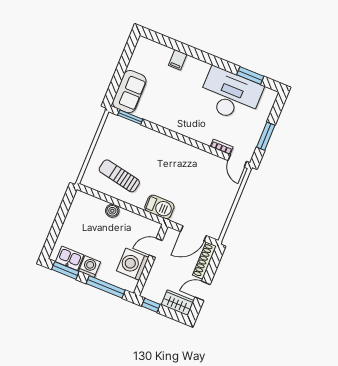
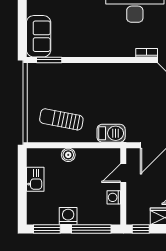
kitchen sink: (70, 258) -> (35, 179), moved, turned 90
washing machine: (133, 264) -> (114, 197), width x0.53, depth x0.53

